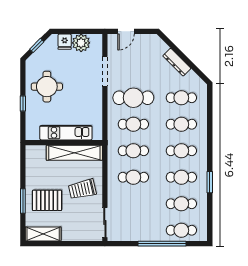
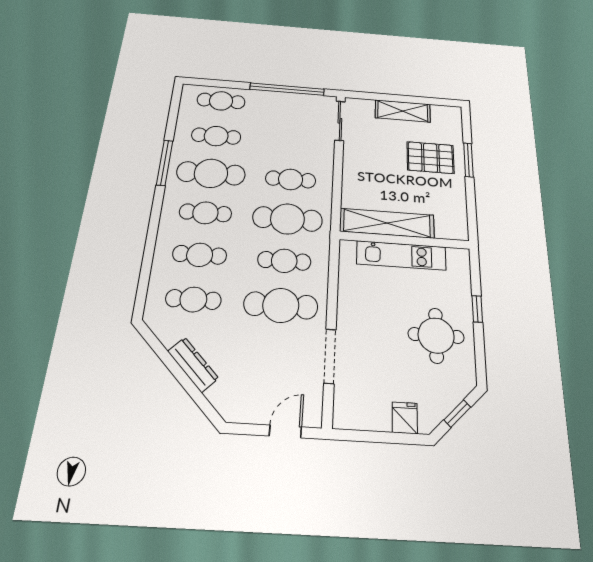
plant: (81, 43) -> (373, 414), removed
cafe table: (133, 151) -> (288, 219), width x1.37, depth x1.35
cafe table: (181, 177) -> (211, 173), width x1.37, depth x1.35
window: (210, 182) -> (165, 163), width x1.44
trolley: (82, 189) -> (374, 169), removed
shelving: (43, 234) -> (403, 111), moved
window: (162, 244) -> (287, 89), moved

